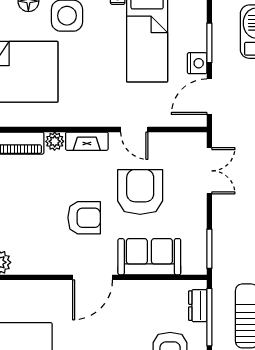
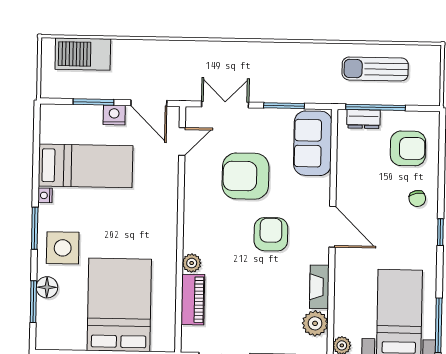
door: (134, 130) -> (182, 142), moved
fireplace: (87, 141) -> (319, 287), moved, turned 180
window: (209, 249) -> (284, 106), moved
sofa: (149, 257) -> (313, 143), moved

